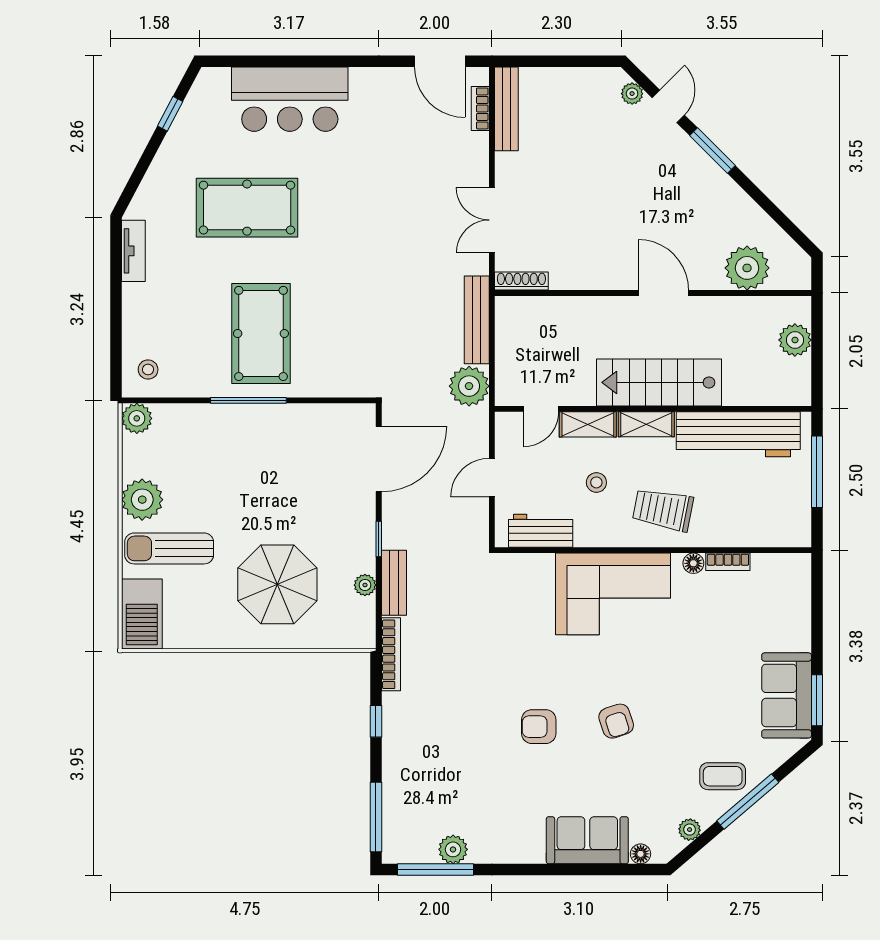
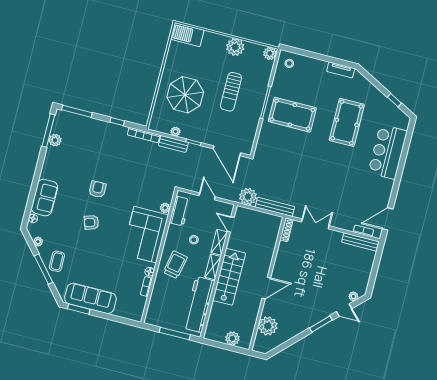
sun lounger: (169, 548) -> (231, 92), moved, turned 180
plant: (542, 565) -> (165, 208), added
sofa: (787, 695) -> (90, 298), width x1.36

